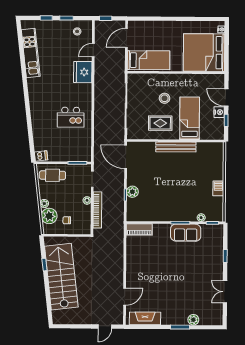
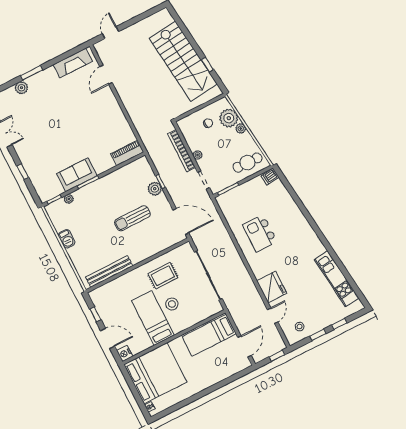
nightstand: (219, 112) -> (125, 353), moved
kitchen island: (71, 117) -> (260, 233), turned -90
bed: (190, 118) -> (153, 318), moved, turned 180
bench: (176, 147) -> (109, 271), moved
sun lounger: (161, 178) -> (132, 218), added

